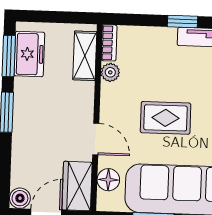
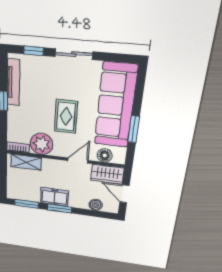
freezer: (29, 54) -> (54, 197), moved
plant: (110, 72) -> (42, 144), width x1.88, depth x1.88
boiler: (20, 198) -> (96, 205), moved

